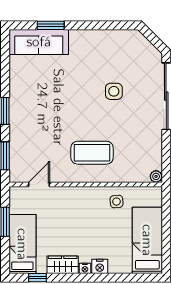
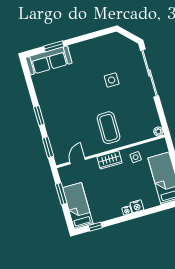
coffee table: (92, 153) -> (109, 128), turned 90
wardrobe: (63, 265) -> (110, 160), moved, turned 180

